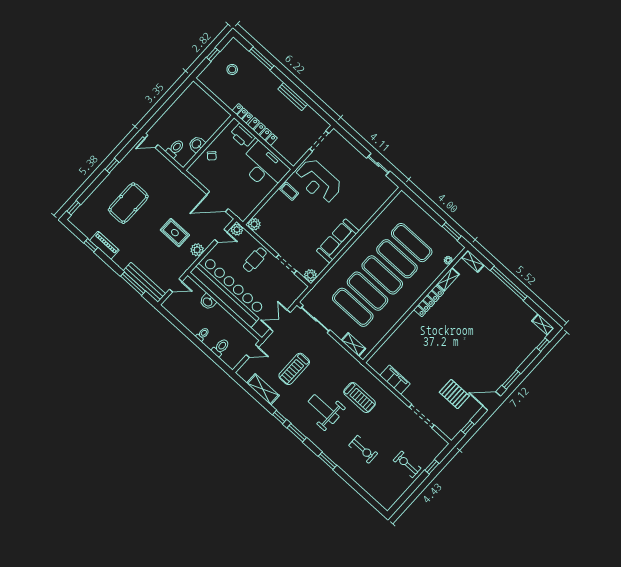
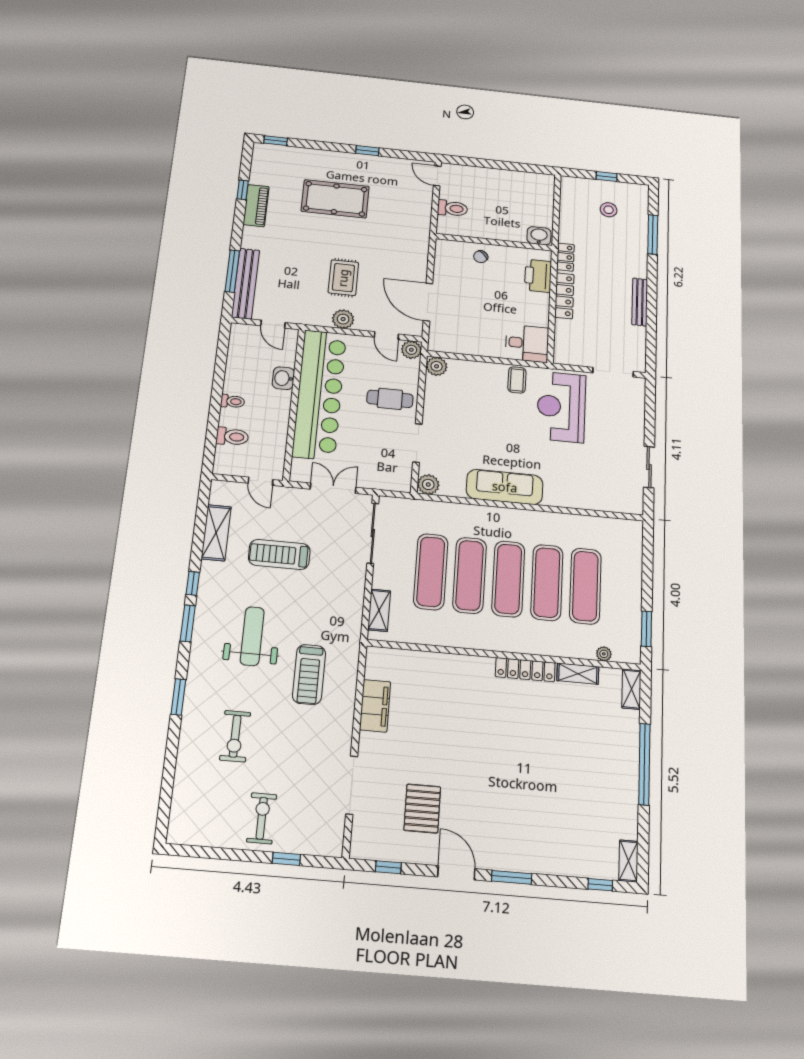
washbasin: (197, 144) -> (539, 236), moved
desk: (264, 167) -> (527, 343), width x0.53, depth x0.77

